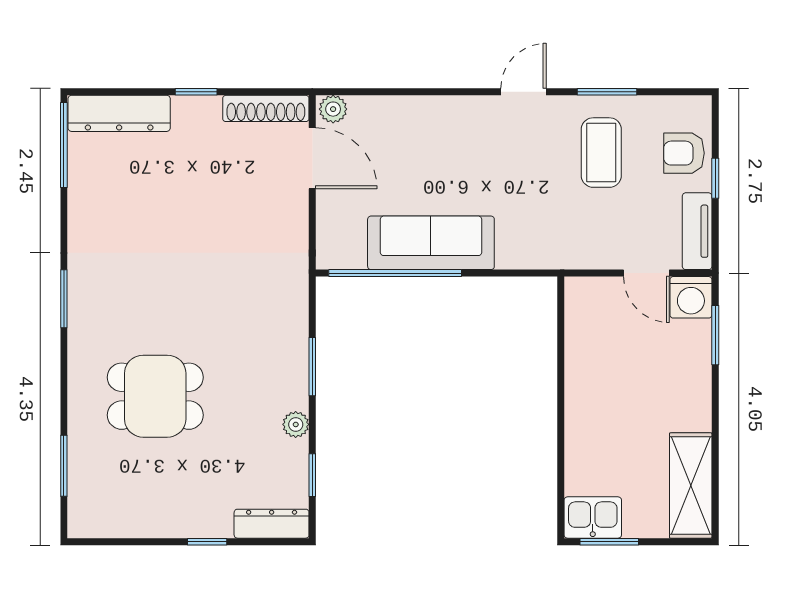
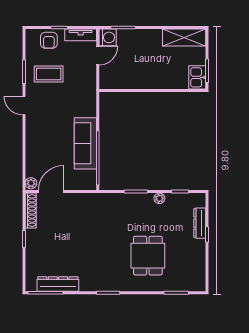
dresser: (119, 113) -> (58, 284), moved, turned -90
dresser: (272, 524) -> (200, 223), moved

